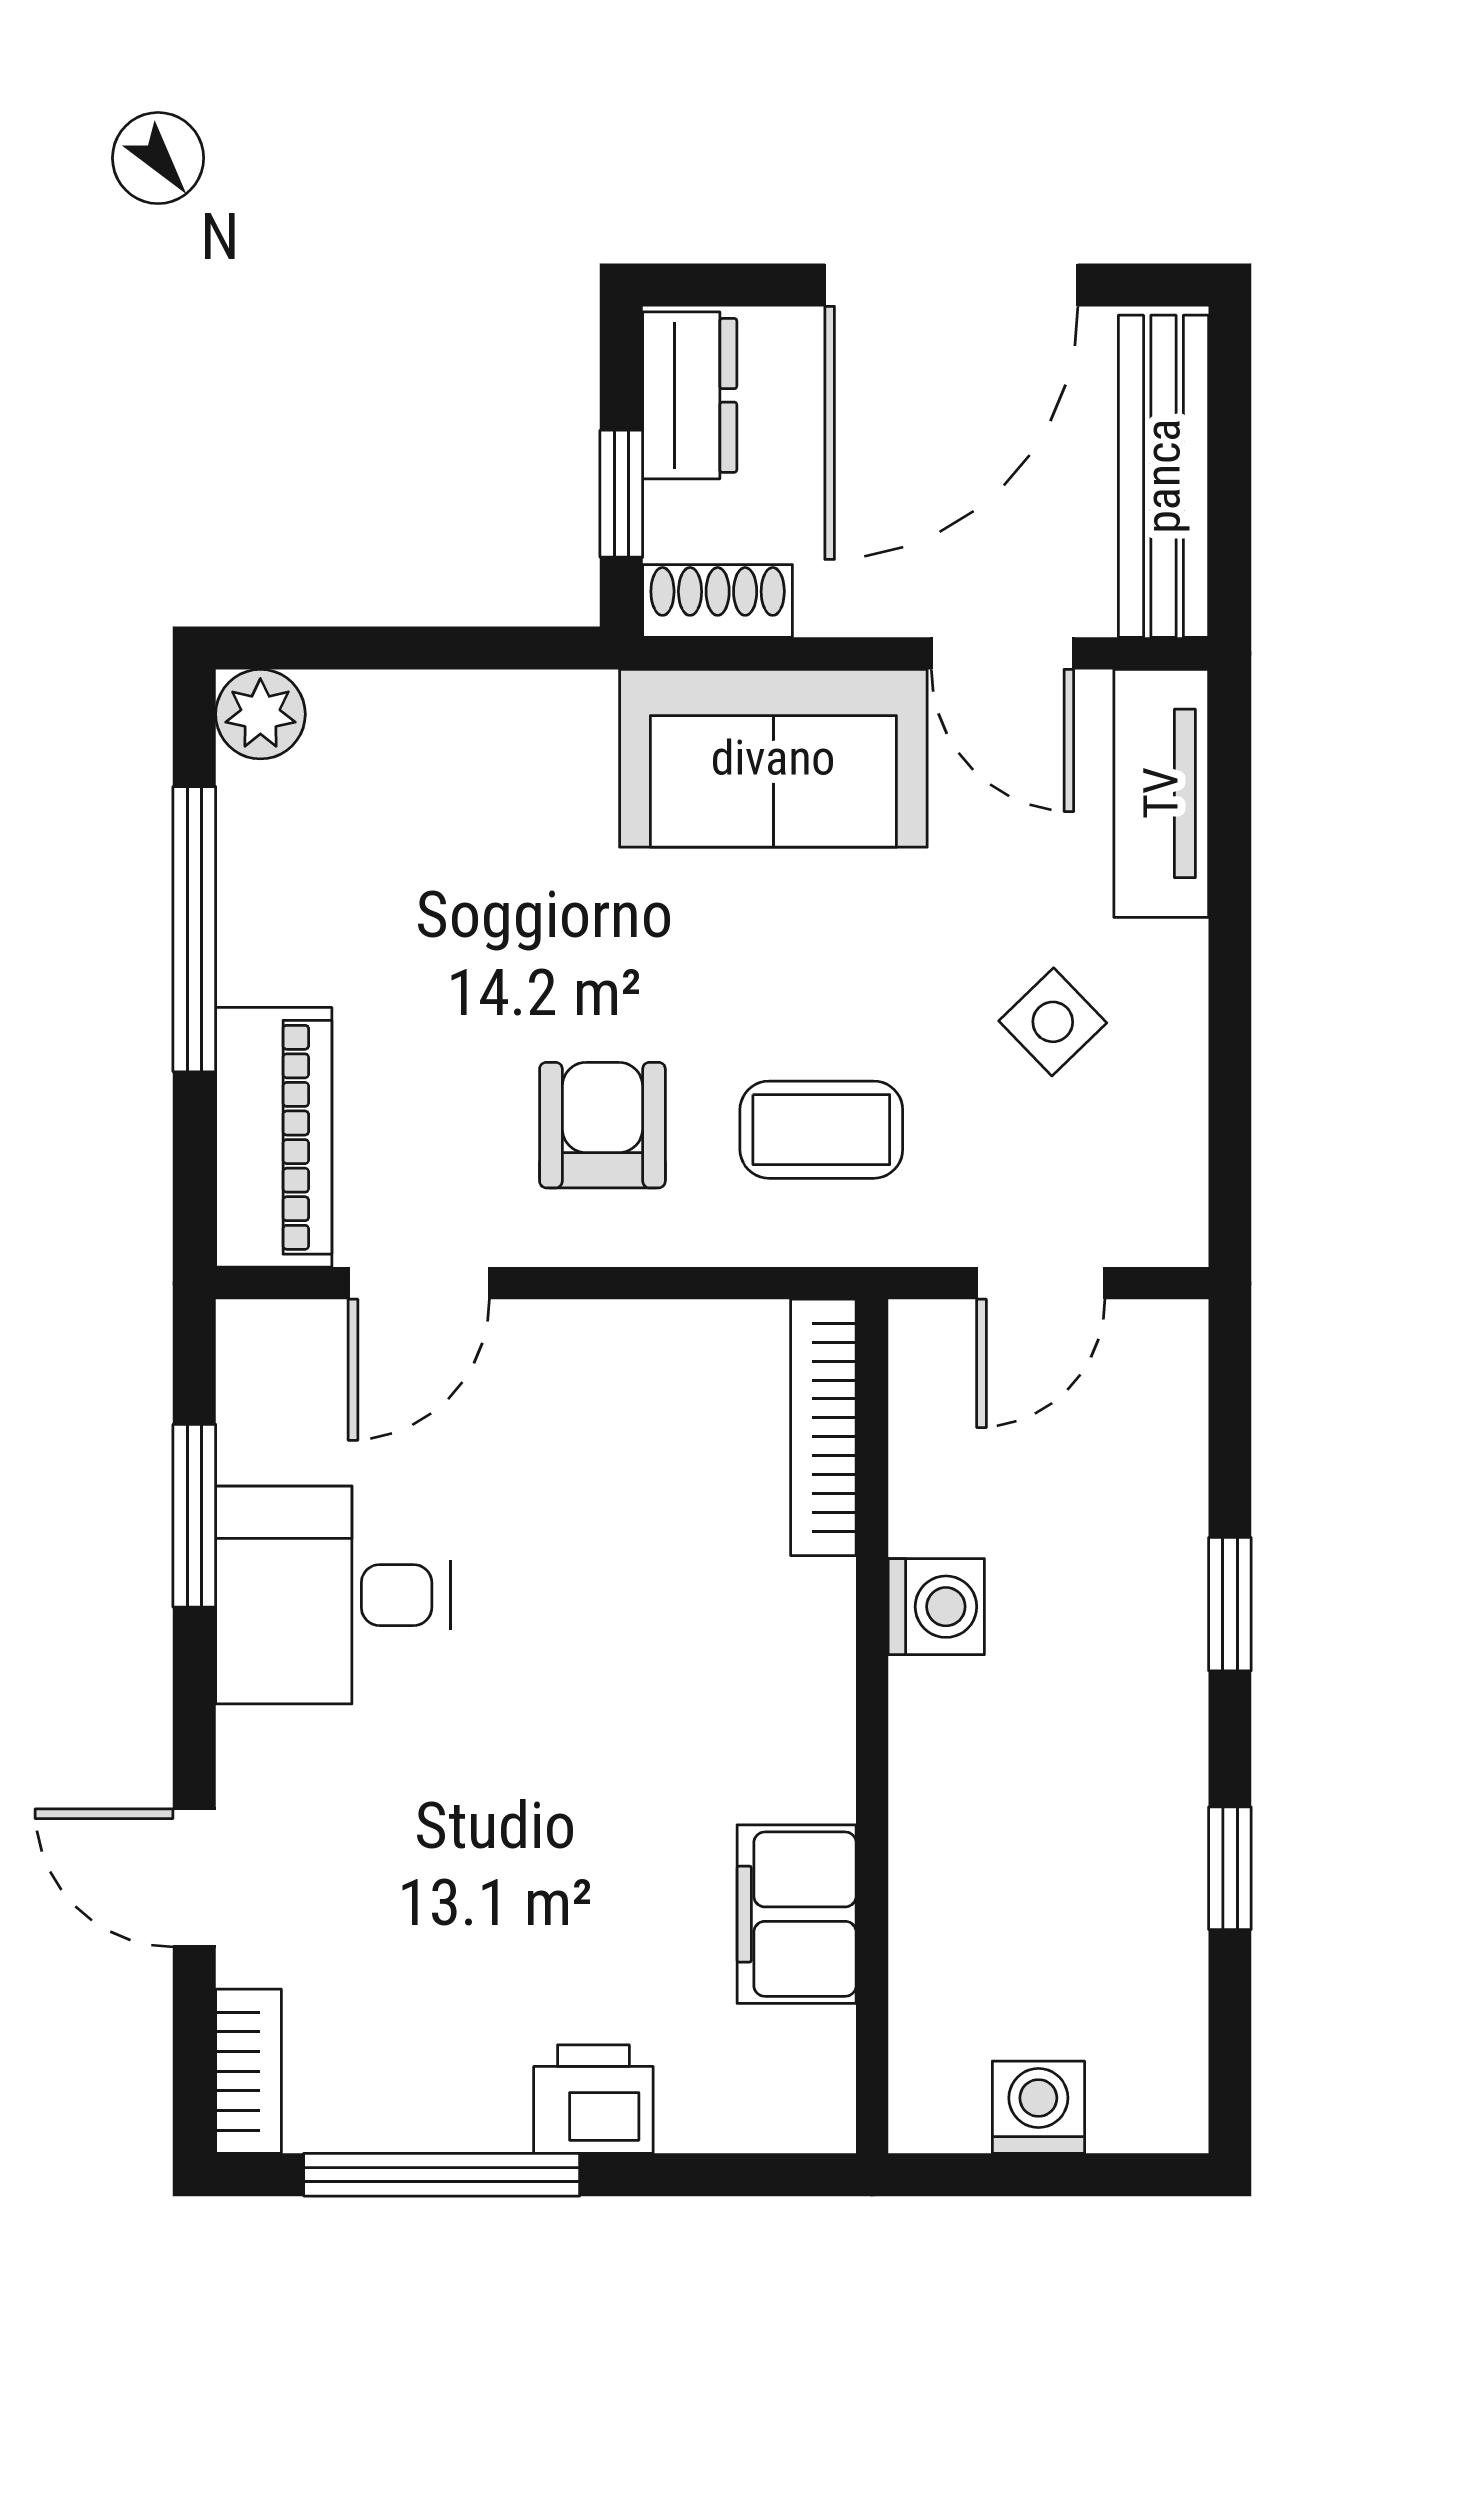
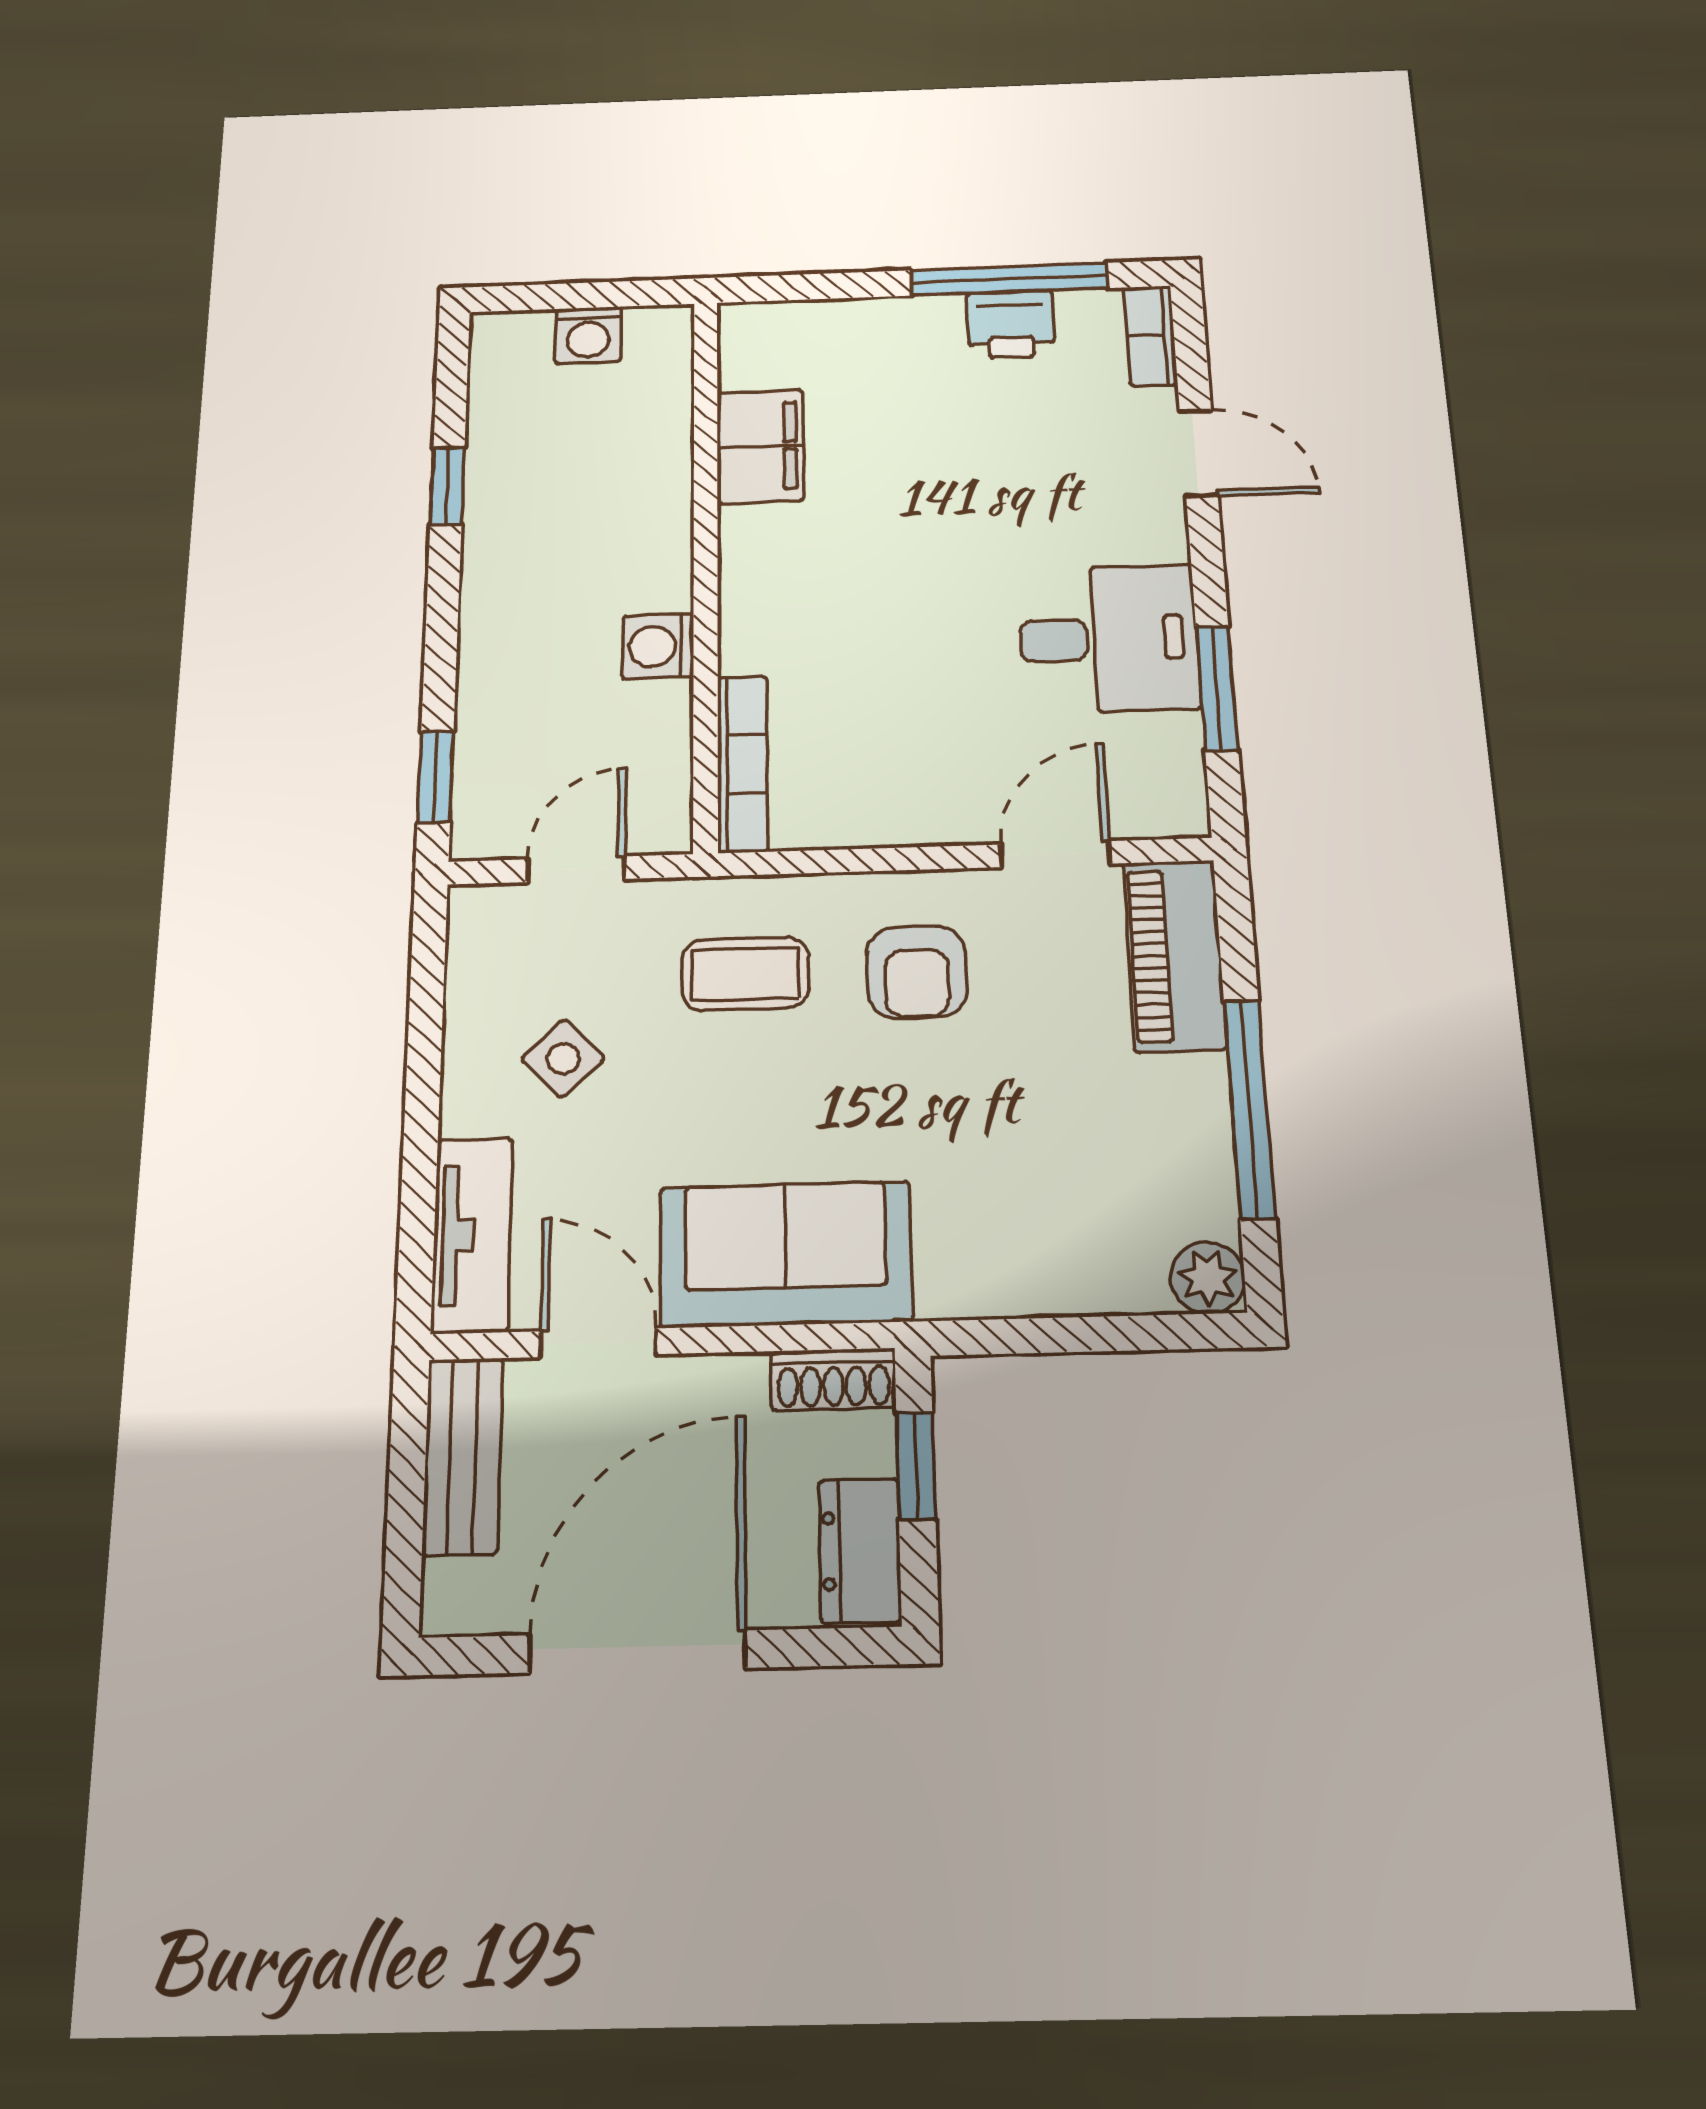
bench: (1163, 476) -> (463, 1456), width x0.73
window: (1230, 1604) -> (436, 777), moved
printer: (593, 2099) -> (1011, 324), moved

